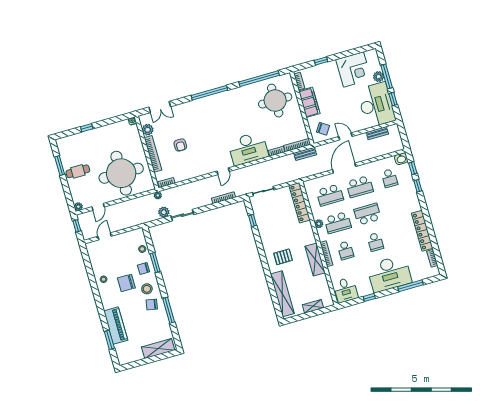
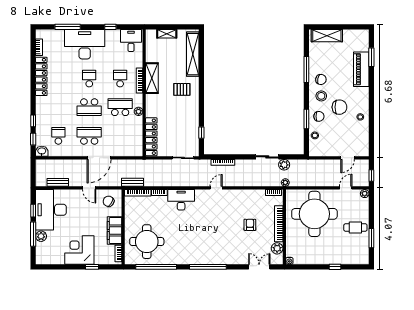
corner desk: (353, 69) -> (79, 250), moved
desk: (248, 148) -> (181, 200), width x0.73, depth x0.77
school desk: (330, 195) -> (120, 136), removed

